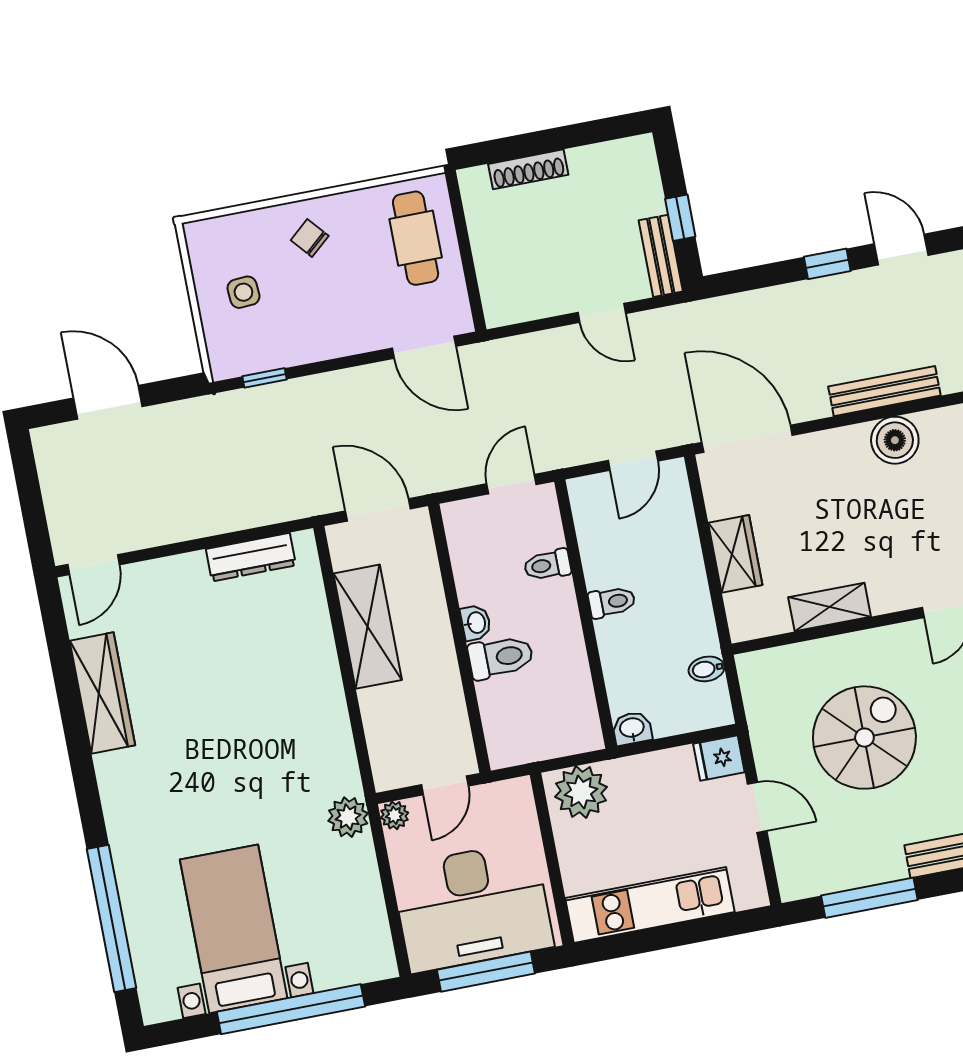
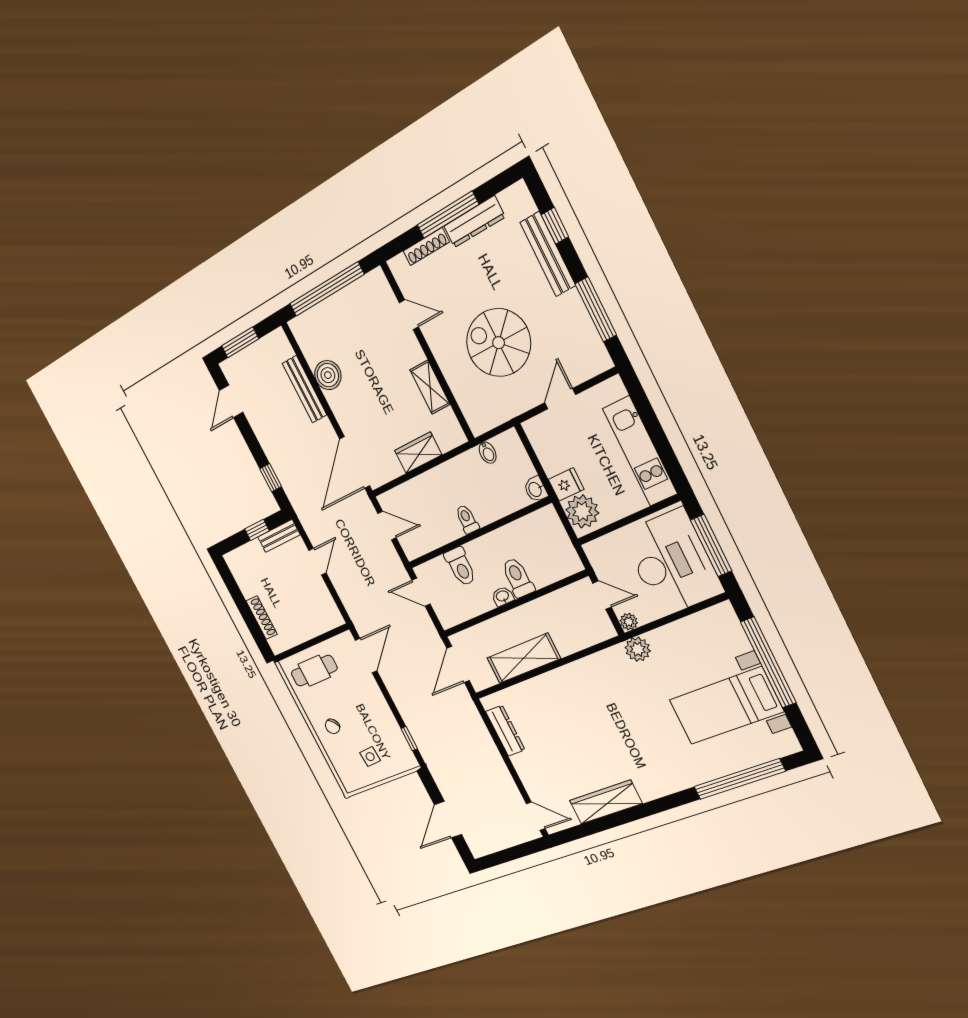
window: (827, 264) -> (271, 478), moved
toilet: (547, 565) -> (460, 566), width x1.37, depth x1.39
fridge: (719, 758) -> (566, 484), moved, turned -90

